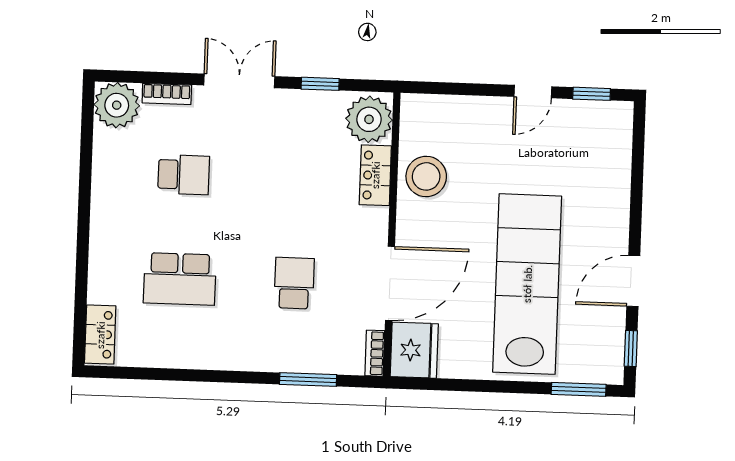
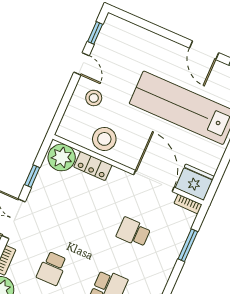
stool: (486, 133) -> (94, 98), added
school desk: (184, 175) -> (52, 268), turned 180

